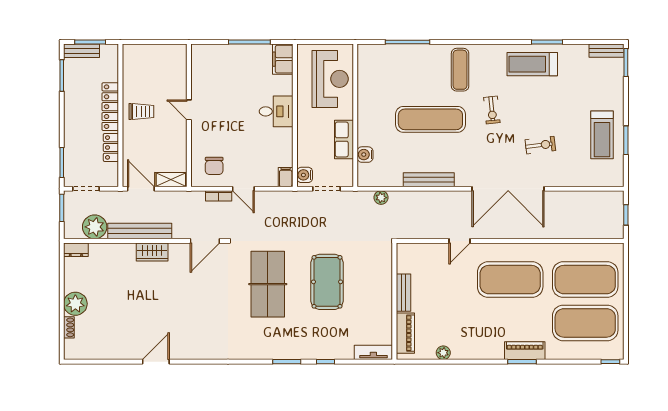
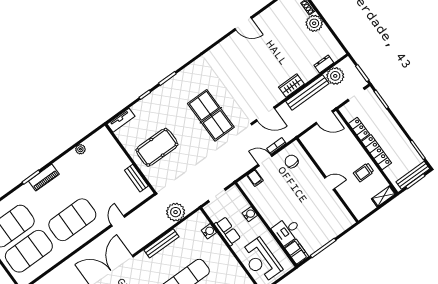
bench: (82, 51) -> (413, 175), width x1.36
desk: (276, 111) -> (287, 231), moved
trolley: (141, 112) -> (364, 172), moved
water cooler: (305, 175) -> (250, 214), moved
filing cabinet: (286, 177) -> (255, 178), moved
shelving: (171, 180) -> (384, 196), moved
plant: (381, 198) -> (176, 212), width x1.88, depth x1.88
door: (205, 241) -> (265, 114), swing flipped
dresser: (76, 250) -> (324, 64), moved
pool table: (327, 282) -> (157, 147), moved, turned 90
bench: (404, 293) -> (136, 178), moved
piano: (405, 333) -> (111, 145), removed
piano: (525, 351) -> (44, 178), moved
door: (156, 362) -> (243, 24), hinge flipped

